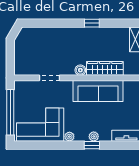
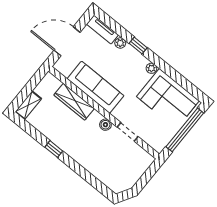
boiler: (80, 70) -> (105, 125), moved
plant: (94, 136) -> (120, 43), moved

